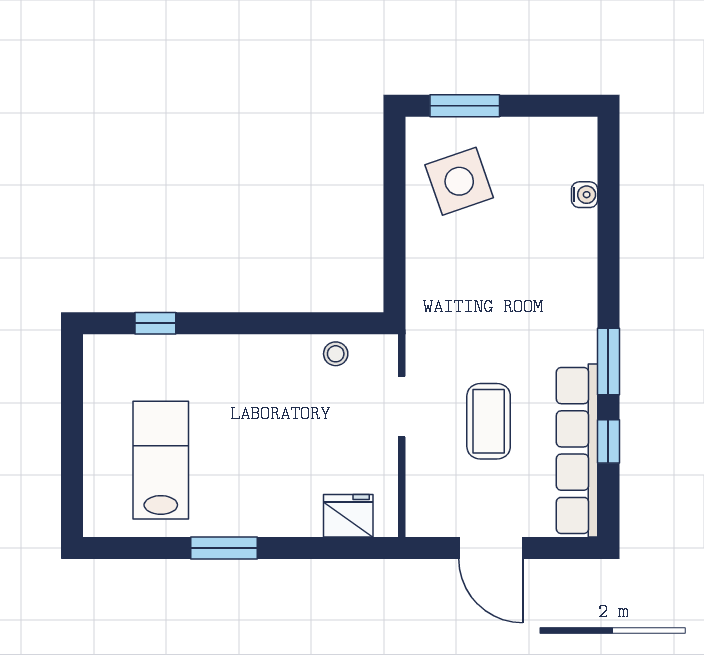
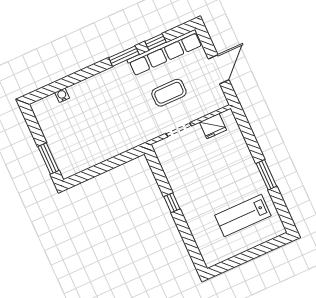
side table: (459, 181) -> (79, 147), removed
window: (155, 323) -> (172, 203), moved
stool: (336, 354) -> (170, 165), removed
fridge: (348, 516) -> (213, 126), moved, turned -90

